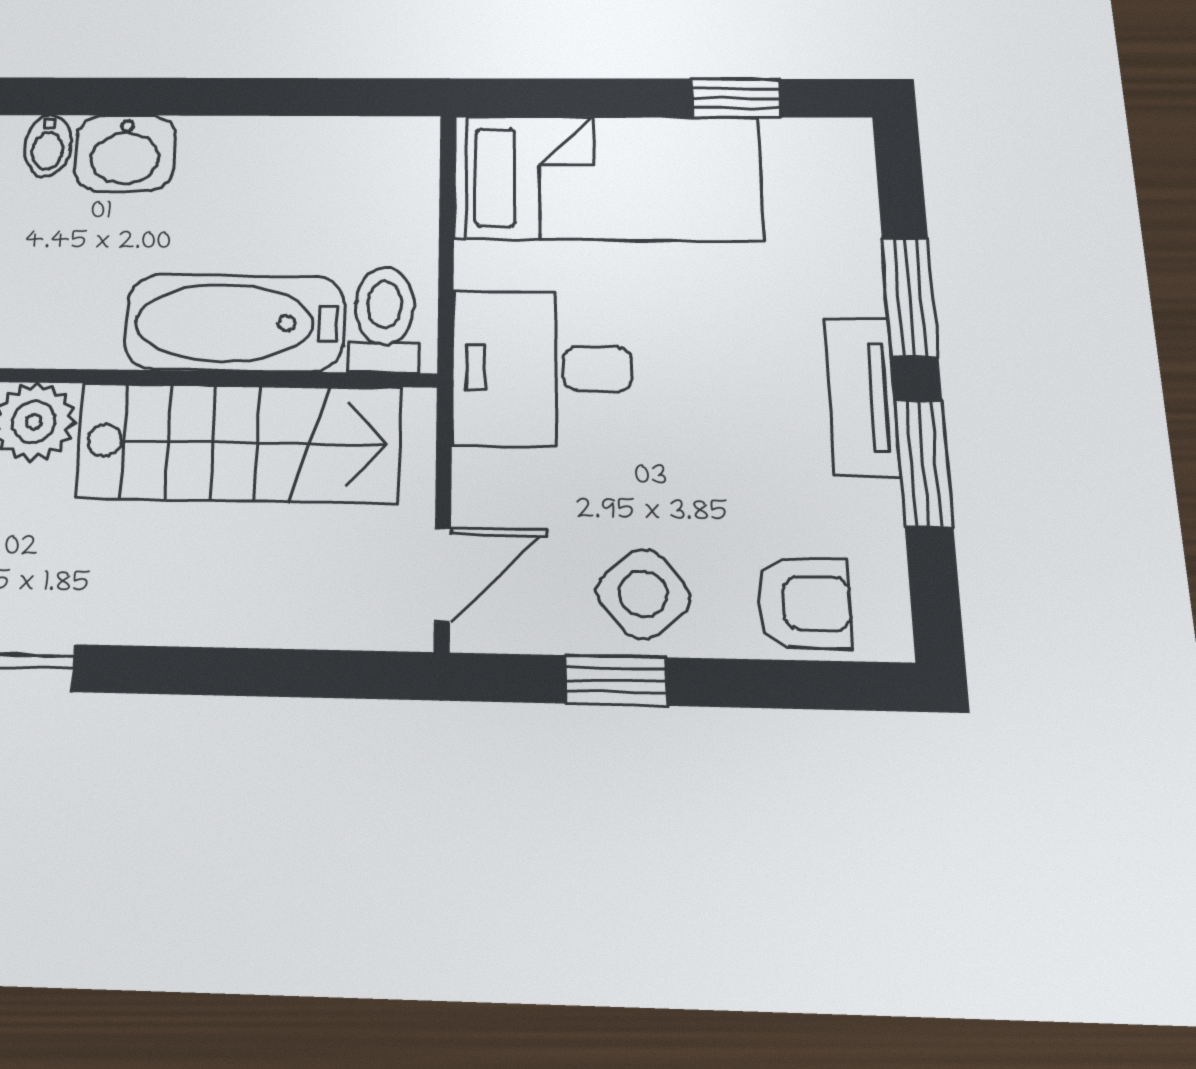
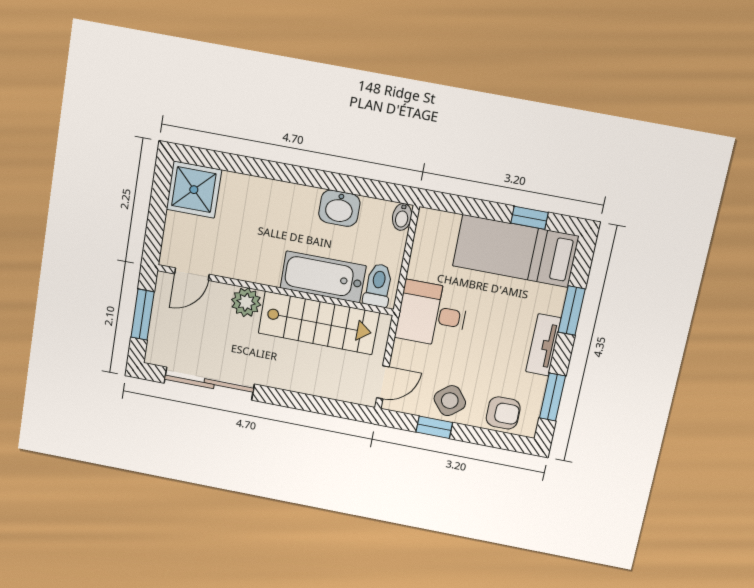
bidet: (48, 146) -> (402, 217), moved
washbasin: (125, 153) -> (339, 208), moved
bed: (607, 178) -> (515, 251), moved, turned 180
window: (924, 463) -> (552, 397), moved

